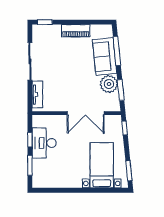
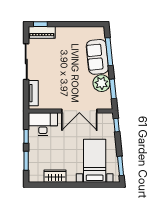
piano: (76, 31) -> (42, 32), moved
desk: (44, 143) -> (43, 124), moved, turned 90
wardrobe: (60, 181) -> (55, 176), added

